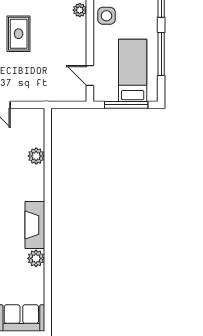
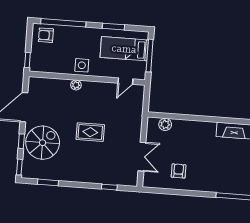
window: (161, 54) -> (113, 27), width x0.69
plant: (36, 156) -> (165, 124), moved

